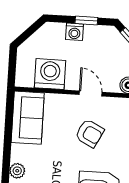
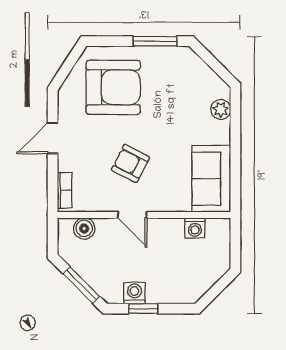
washing machine: (74, 32) -> (134, 293), moved
washing machine: (50, 74) -> (195, 228), width x0.53, depth x0.53

